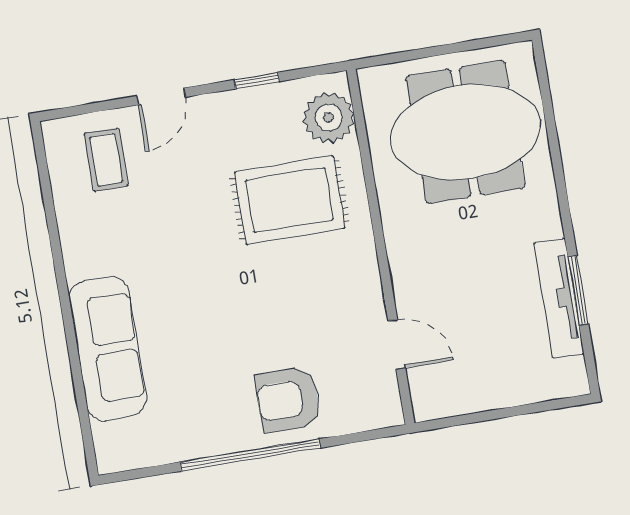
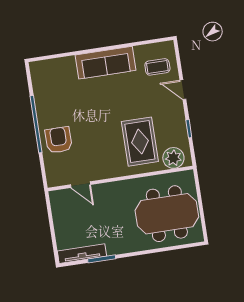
meeting table: (465, 132) -> (167, 214), turned 90
tv unit: (559, 298) -> (82, 254), moved
door: (397, 344) -> (80, 185), hinge flipped
sofa: (108, 349) -> (106, 63), moved

